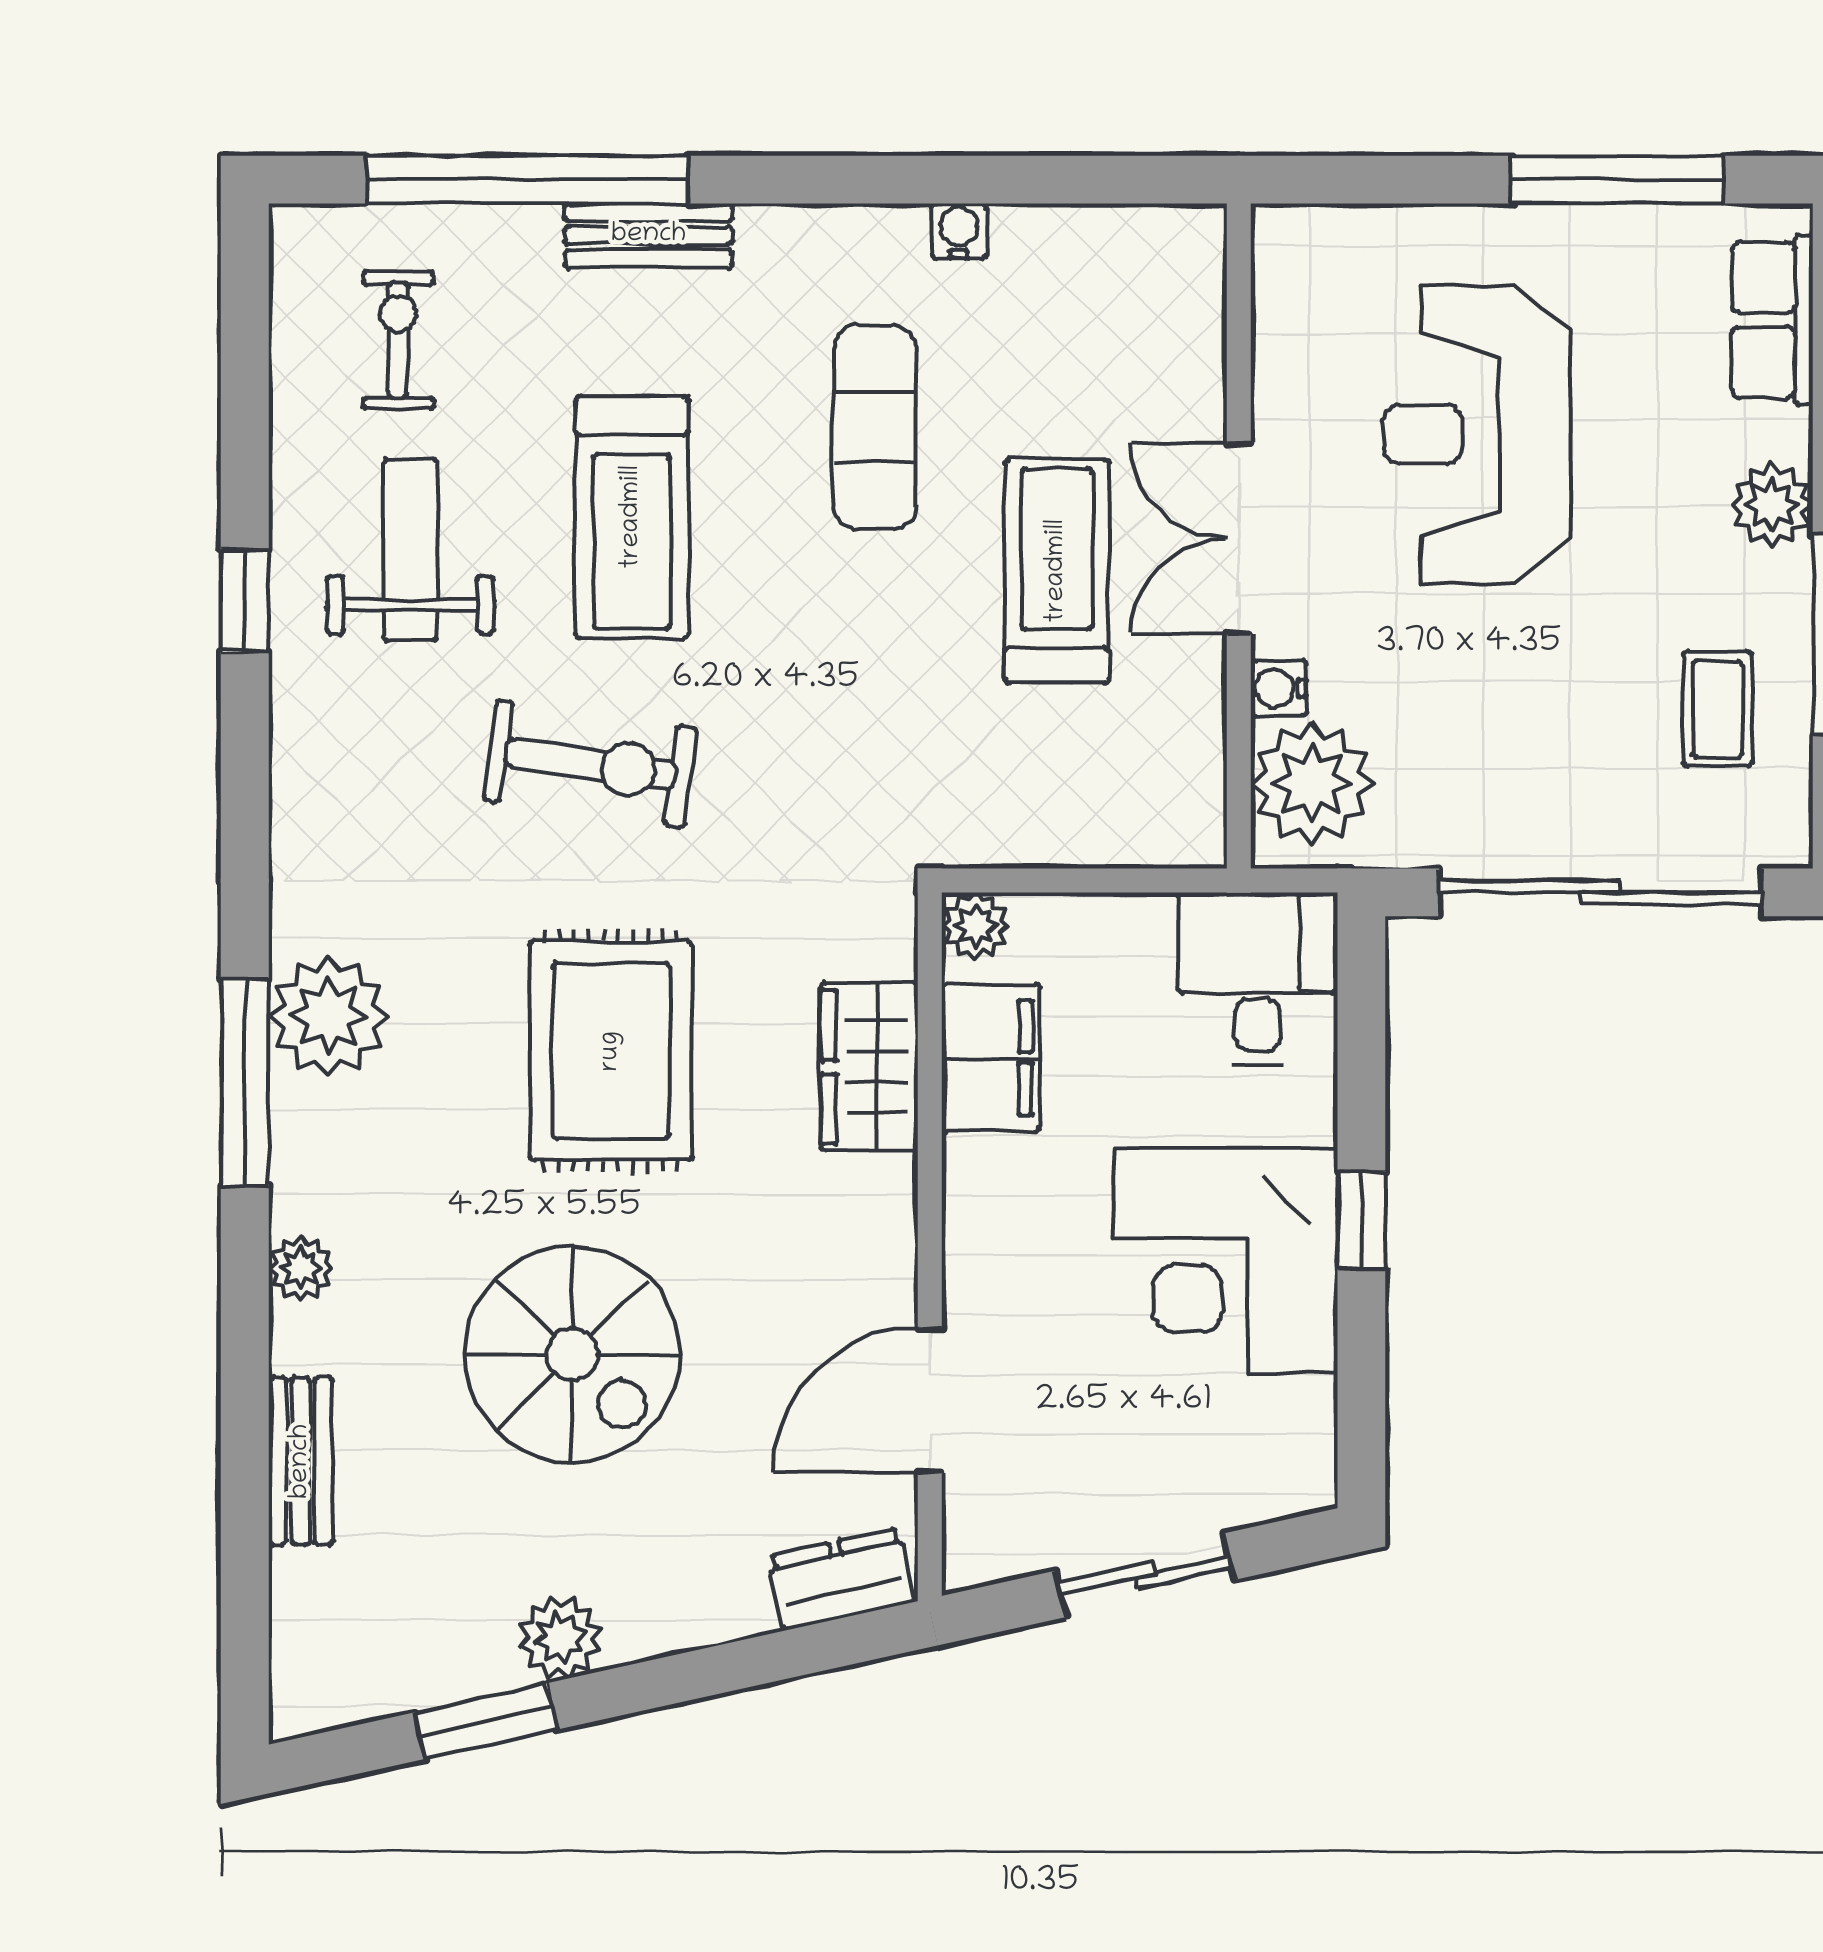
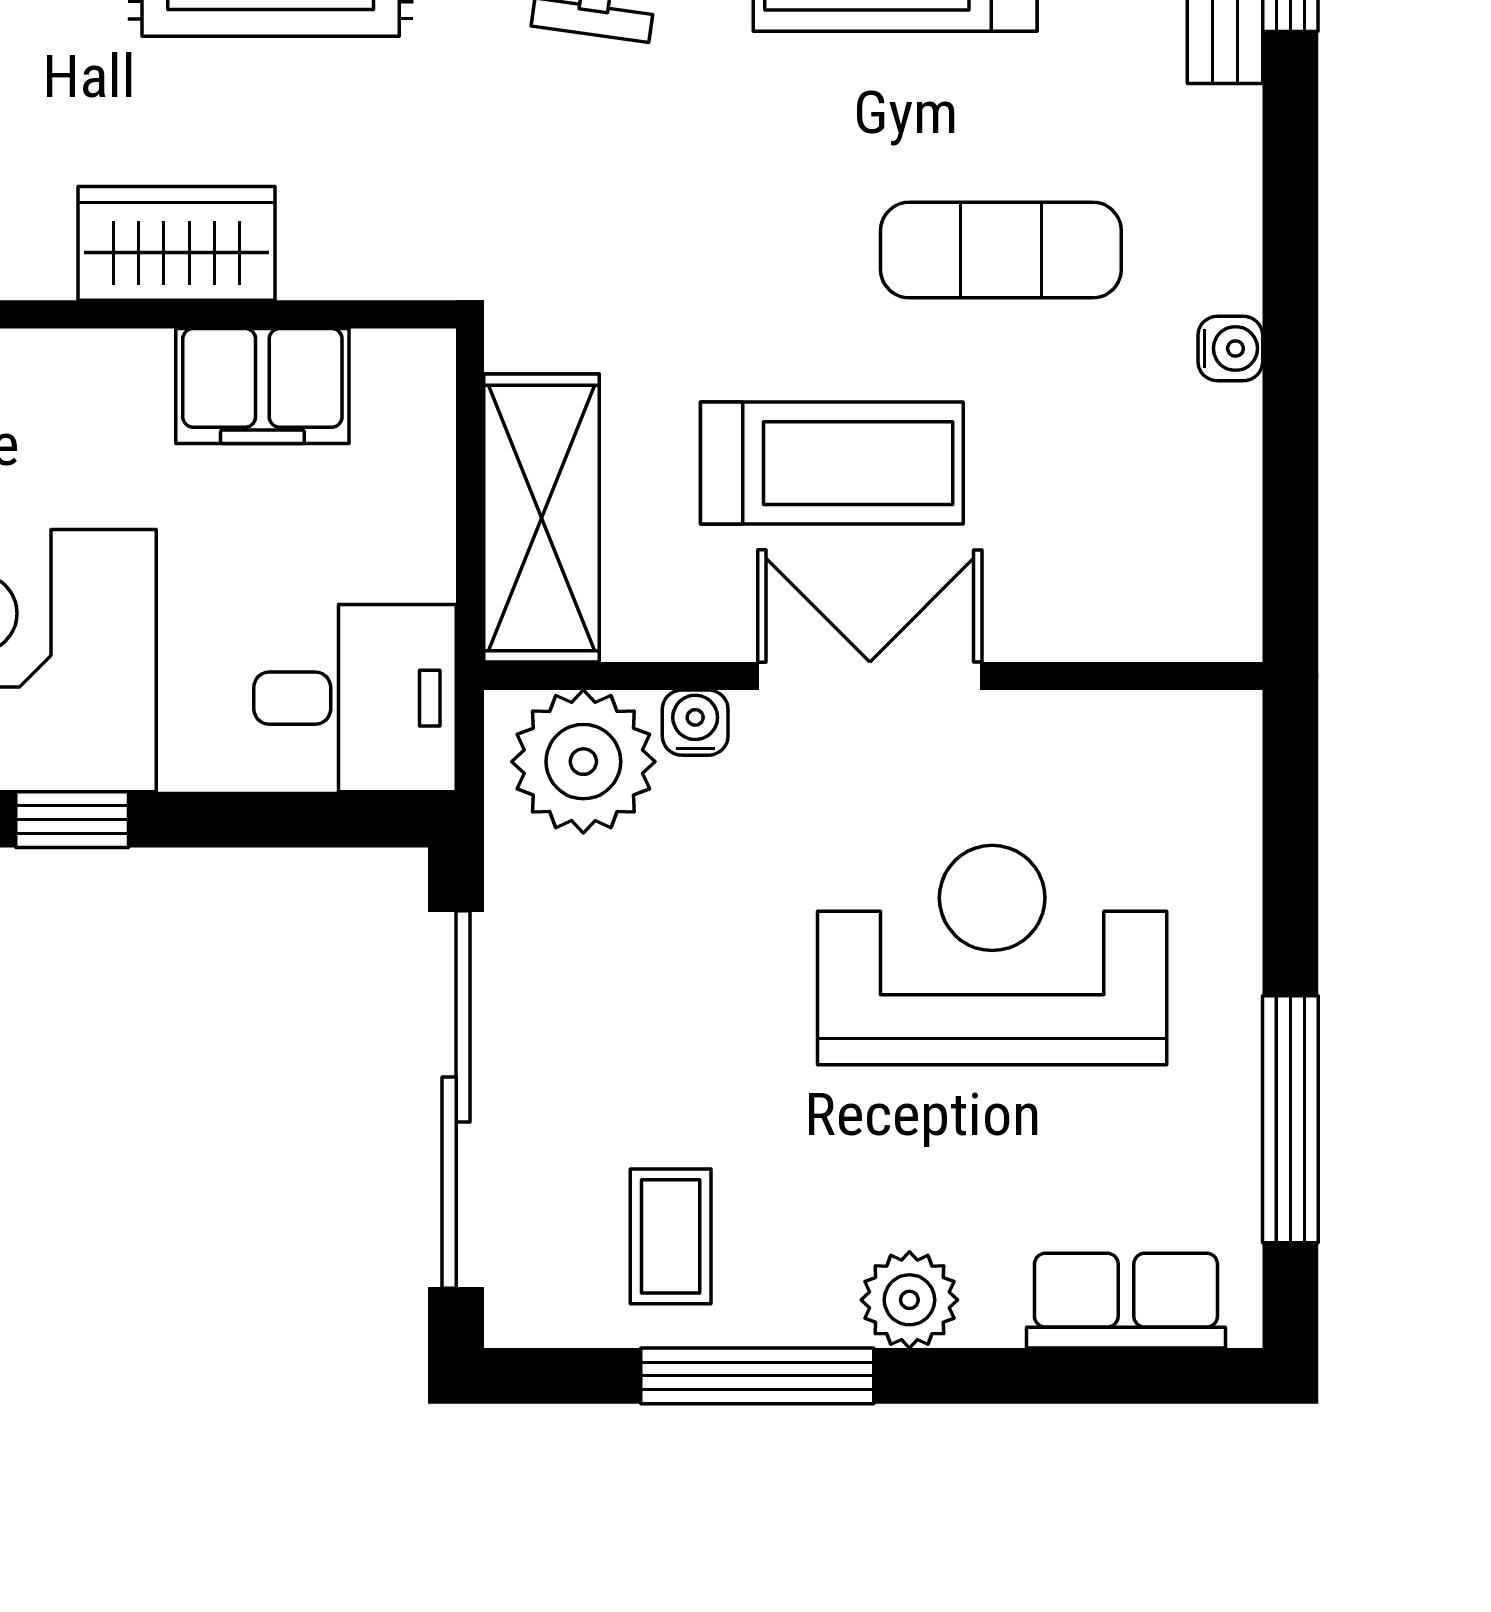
coffee table: (1718, 709) -> (671, 1236), turned 90
shelving: (1104, 819) -> (541, 518), added
plant: (975, 926) -> (417, 368), removed
wardrobe: (869, 1067) -> (177, 243), moved

